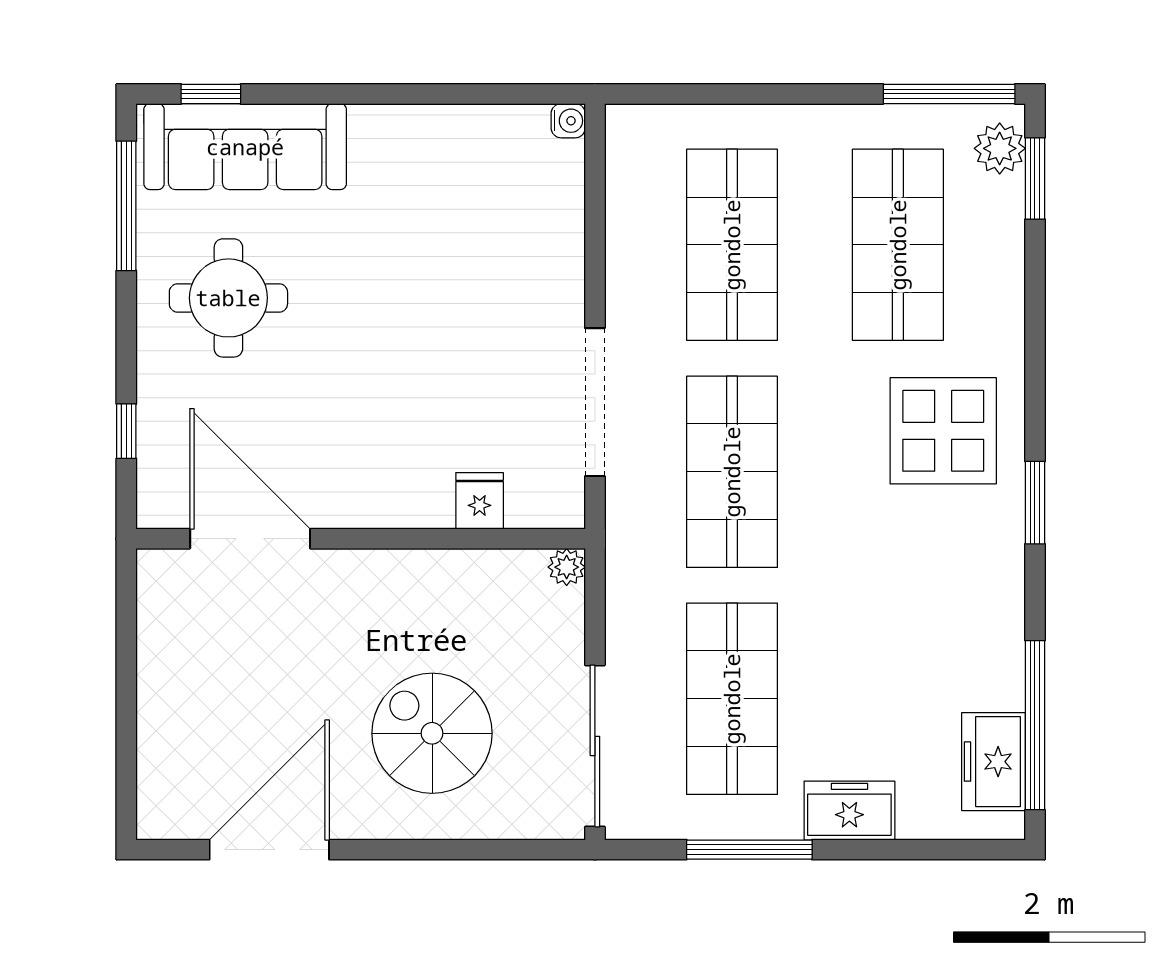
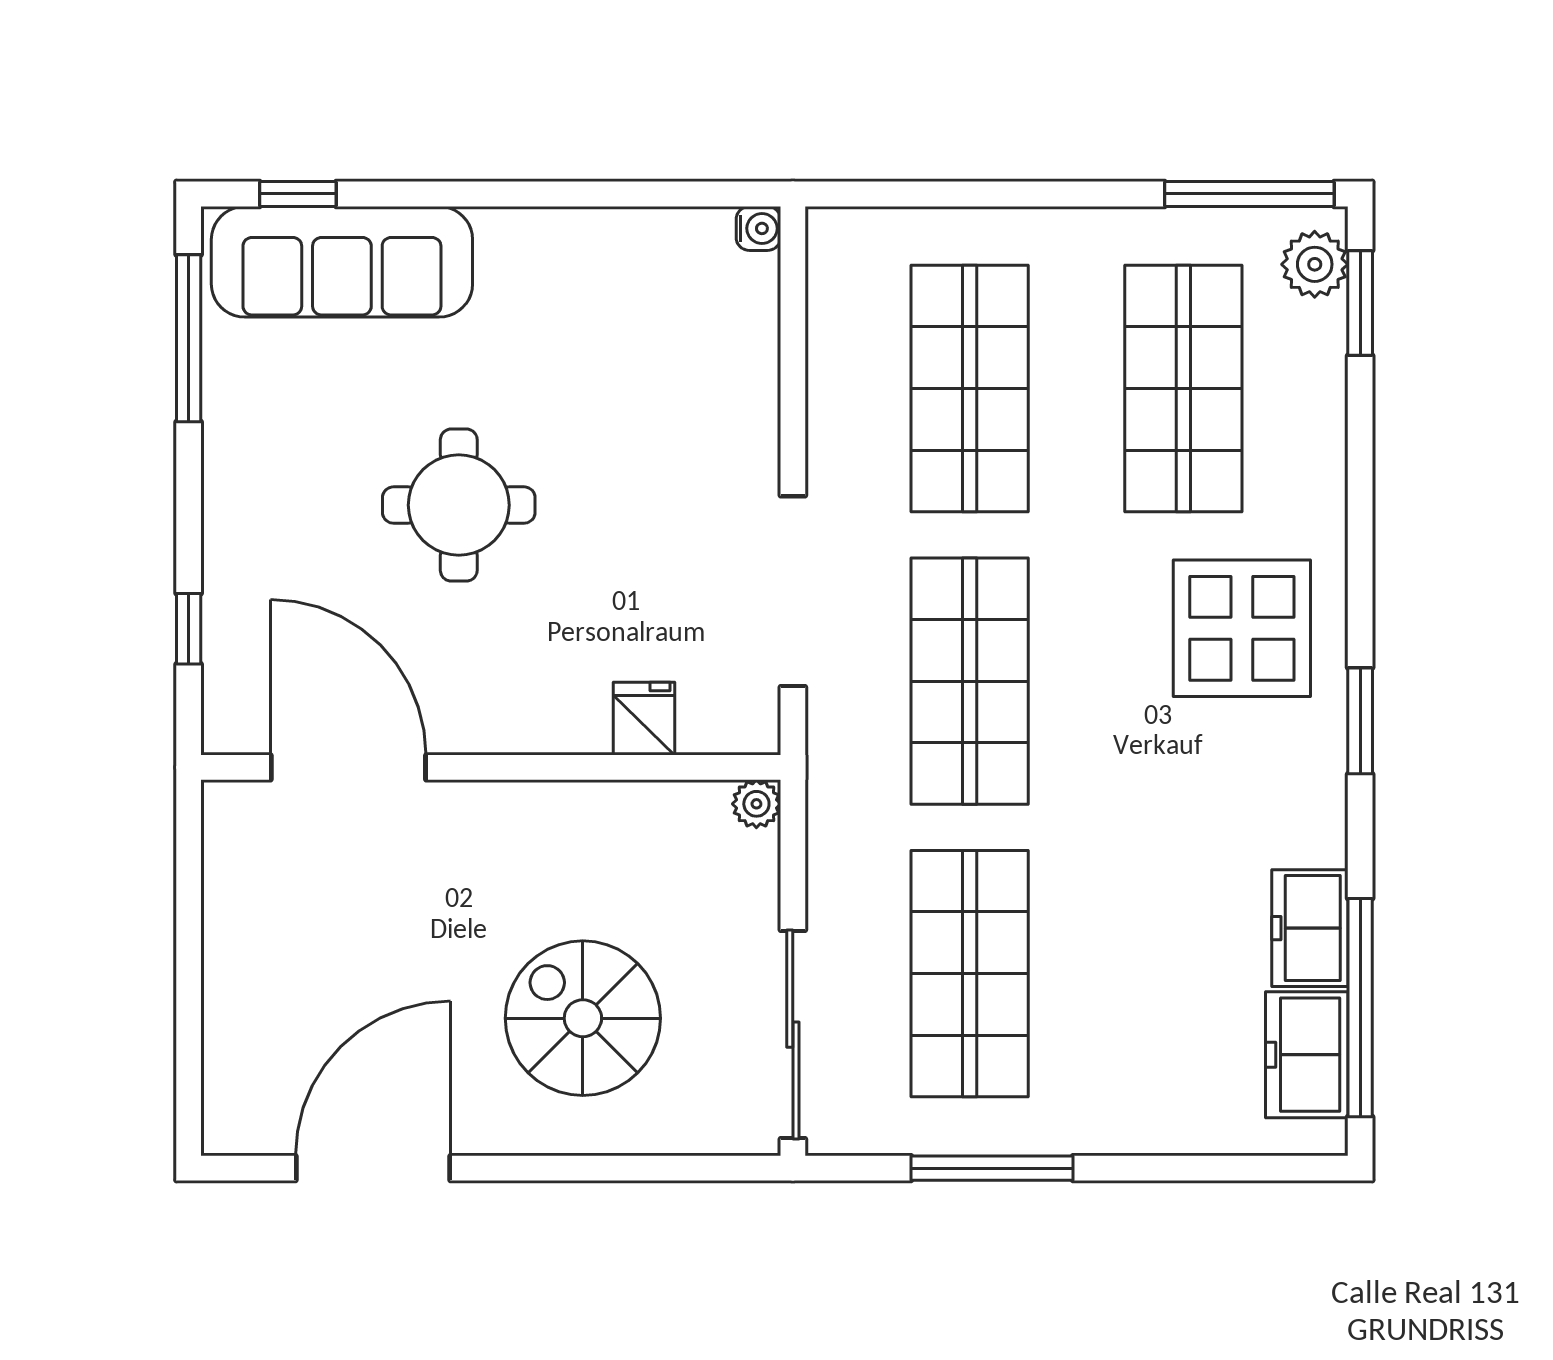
round table: (228, 298) -> (459, 505), moved
freezer: (849, 811) -> (1310, 928), moved, turned -90

